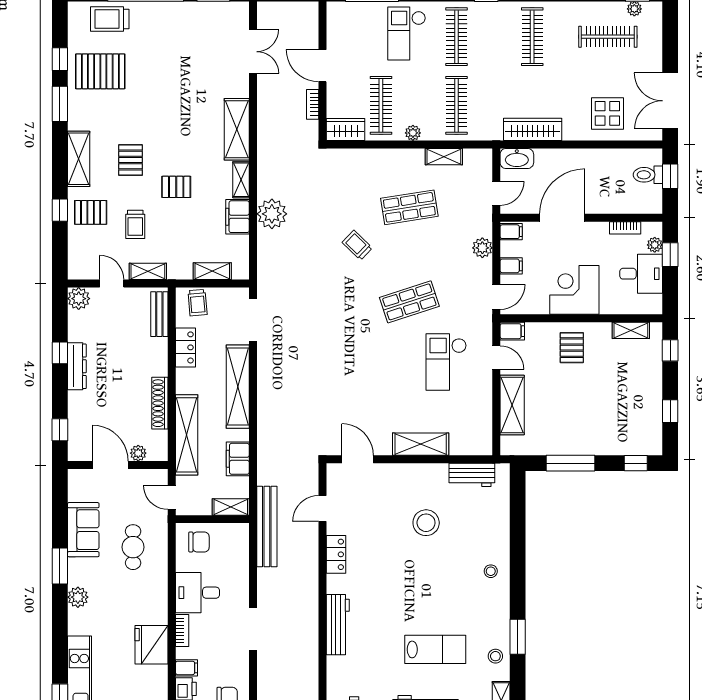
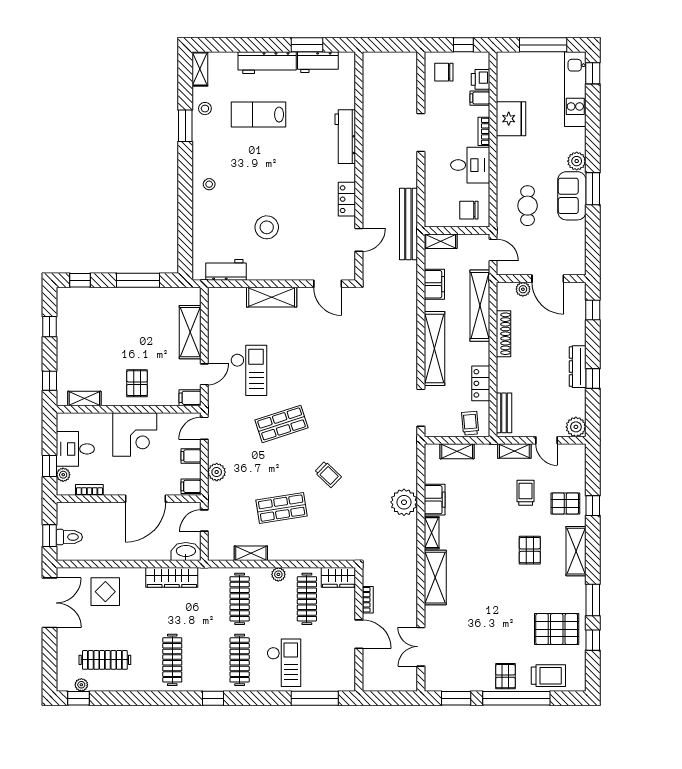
pallet: (176, 187) -> (505, 676), moved, turned 90
door: (496, 358) -> (204, 374), swing flipped
sofa: (83, 530) -> (572, 196), moved

